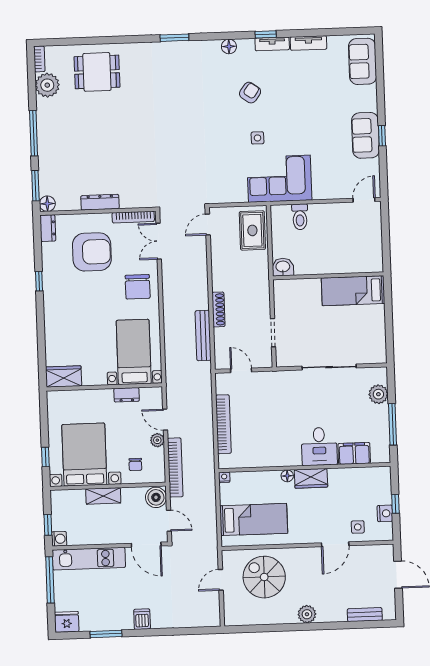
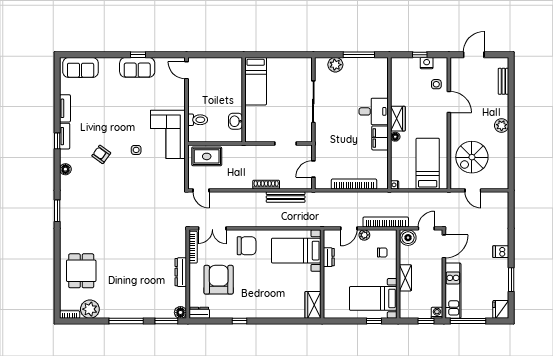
washbasin: (283, 267) -> (235, 121), moved
filing cabinet: (354, 453) -> (380, 138), moved
bed with nightstands: (84, 455) -> (373, 298), width x0.73

